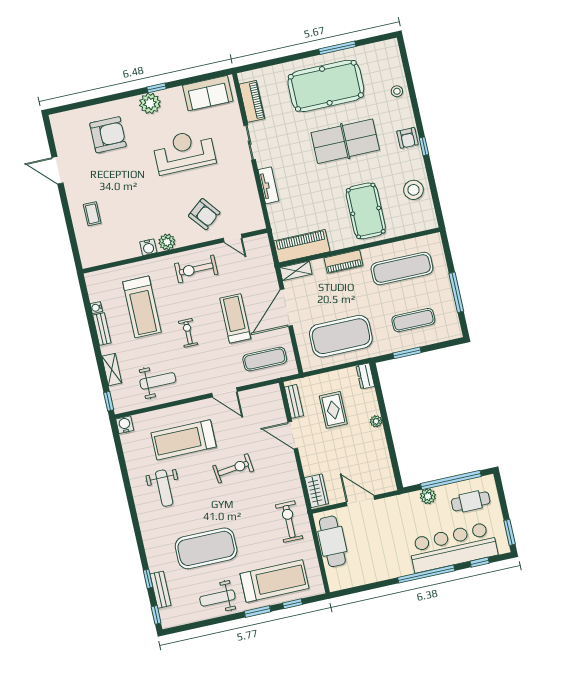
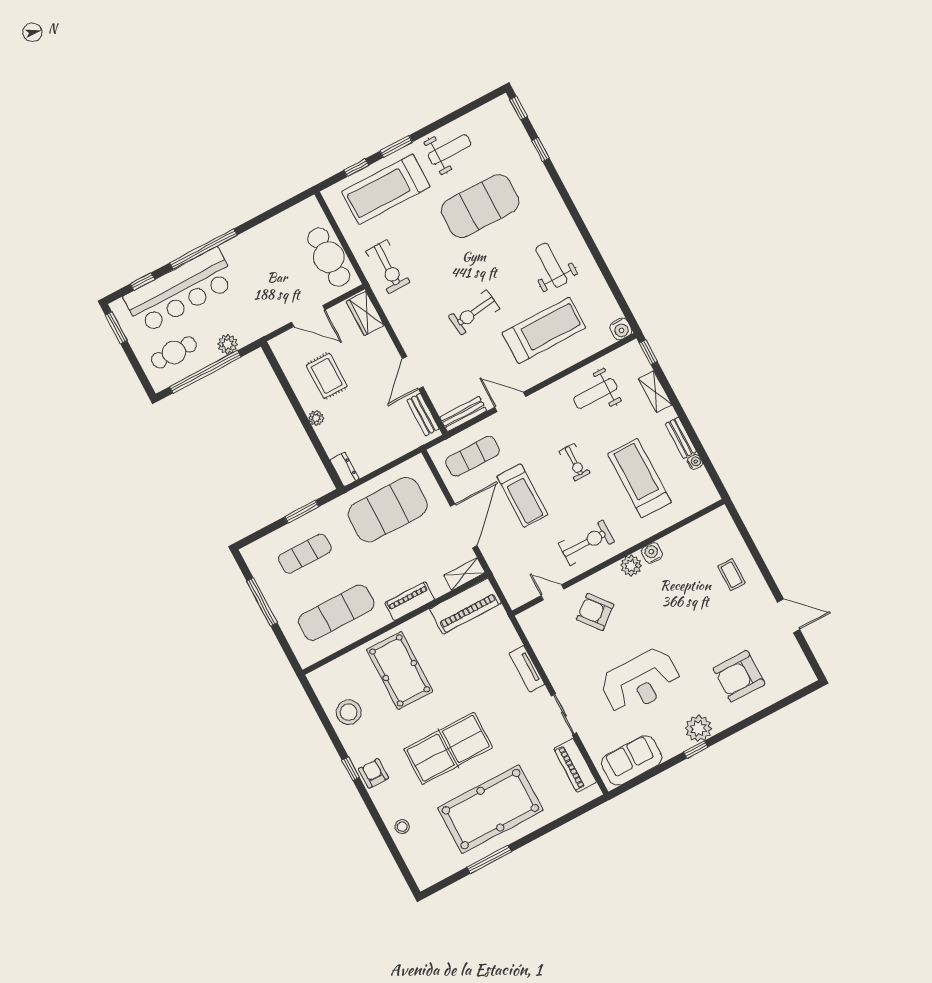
rug: (333, 410) -> (327, 376), moved
door: (293, 435) -> (413, 373), swing flipped
bench: (160, 590) -> (463, 414), moved, turned 90

